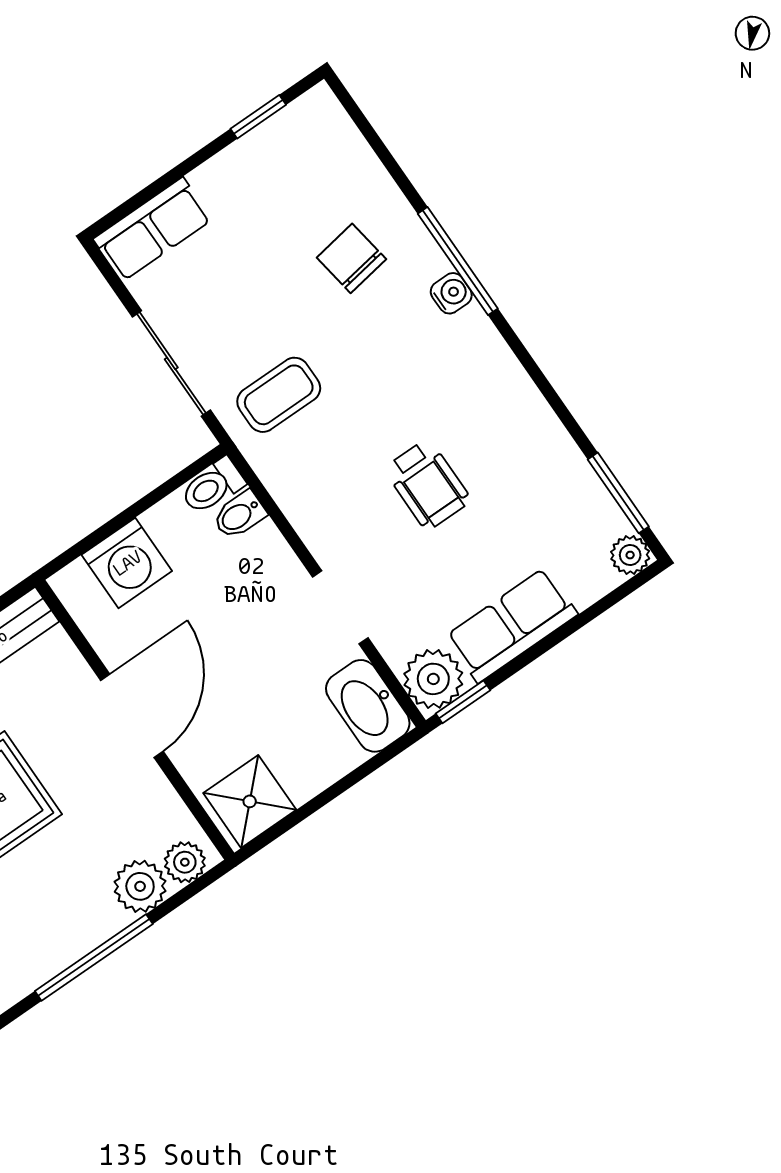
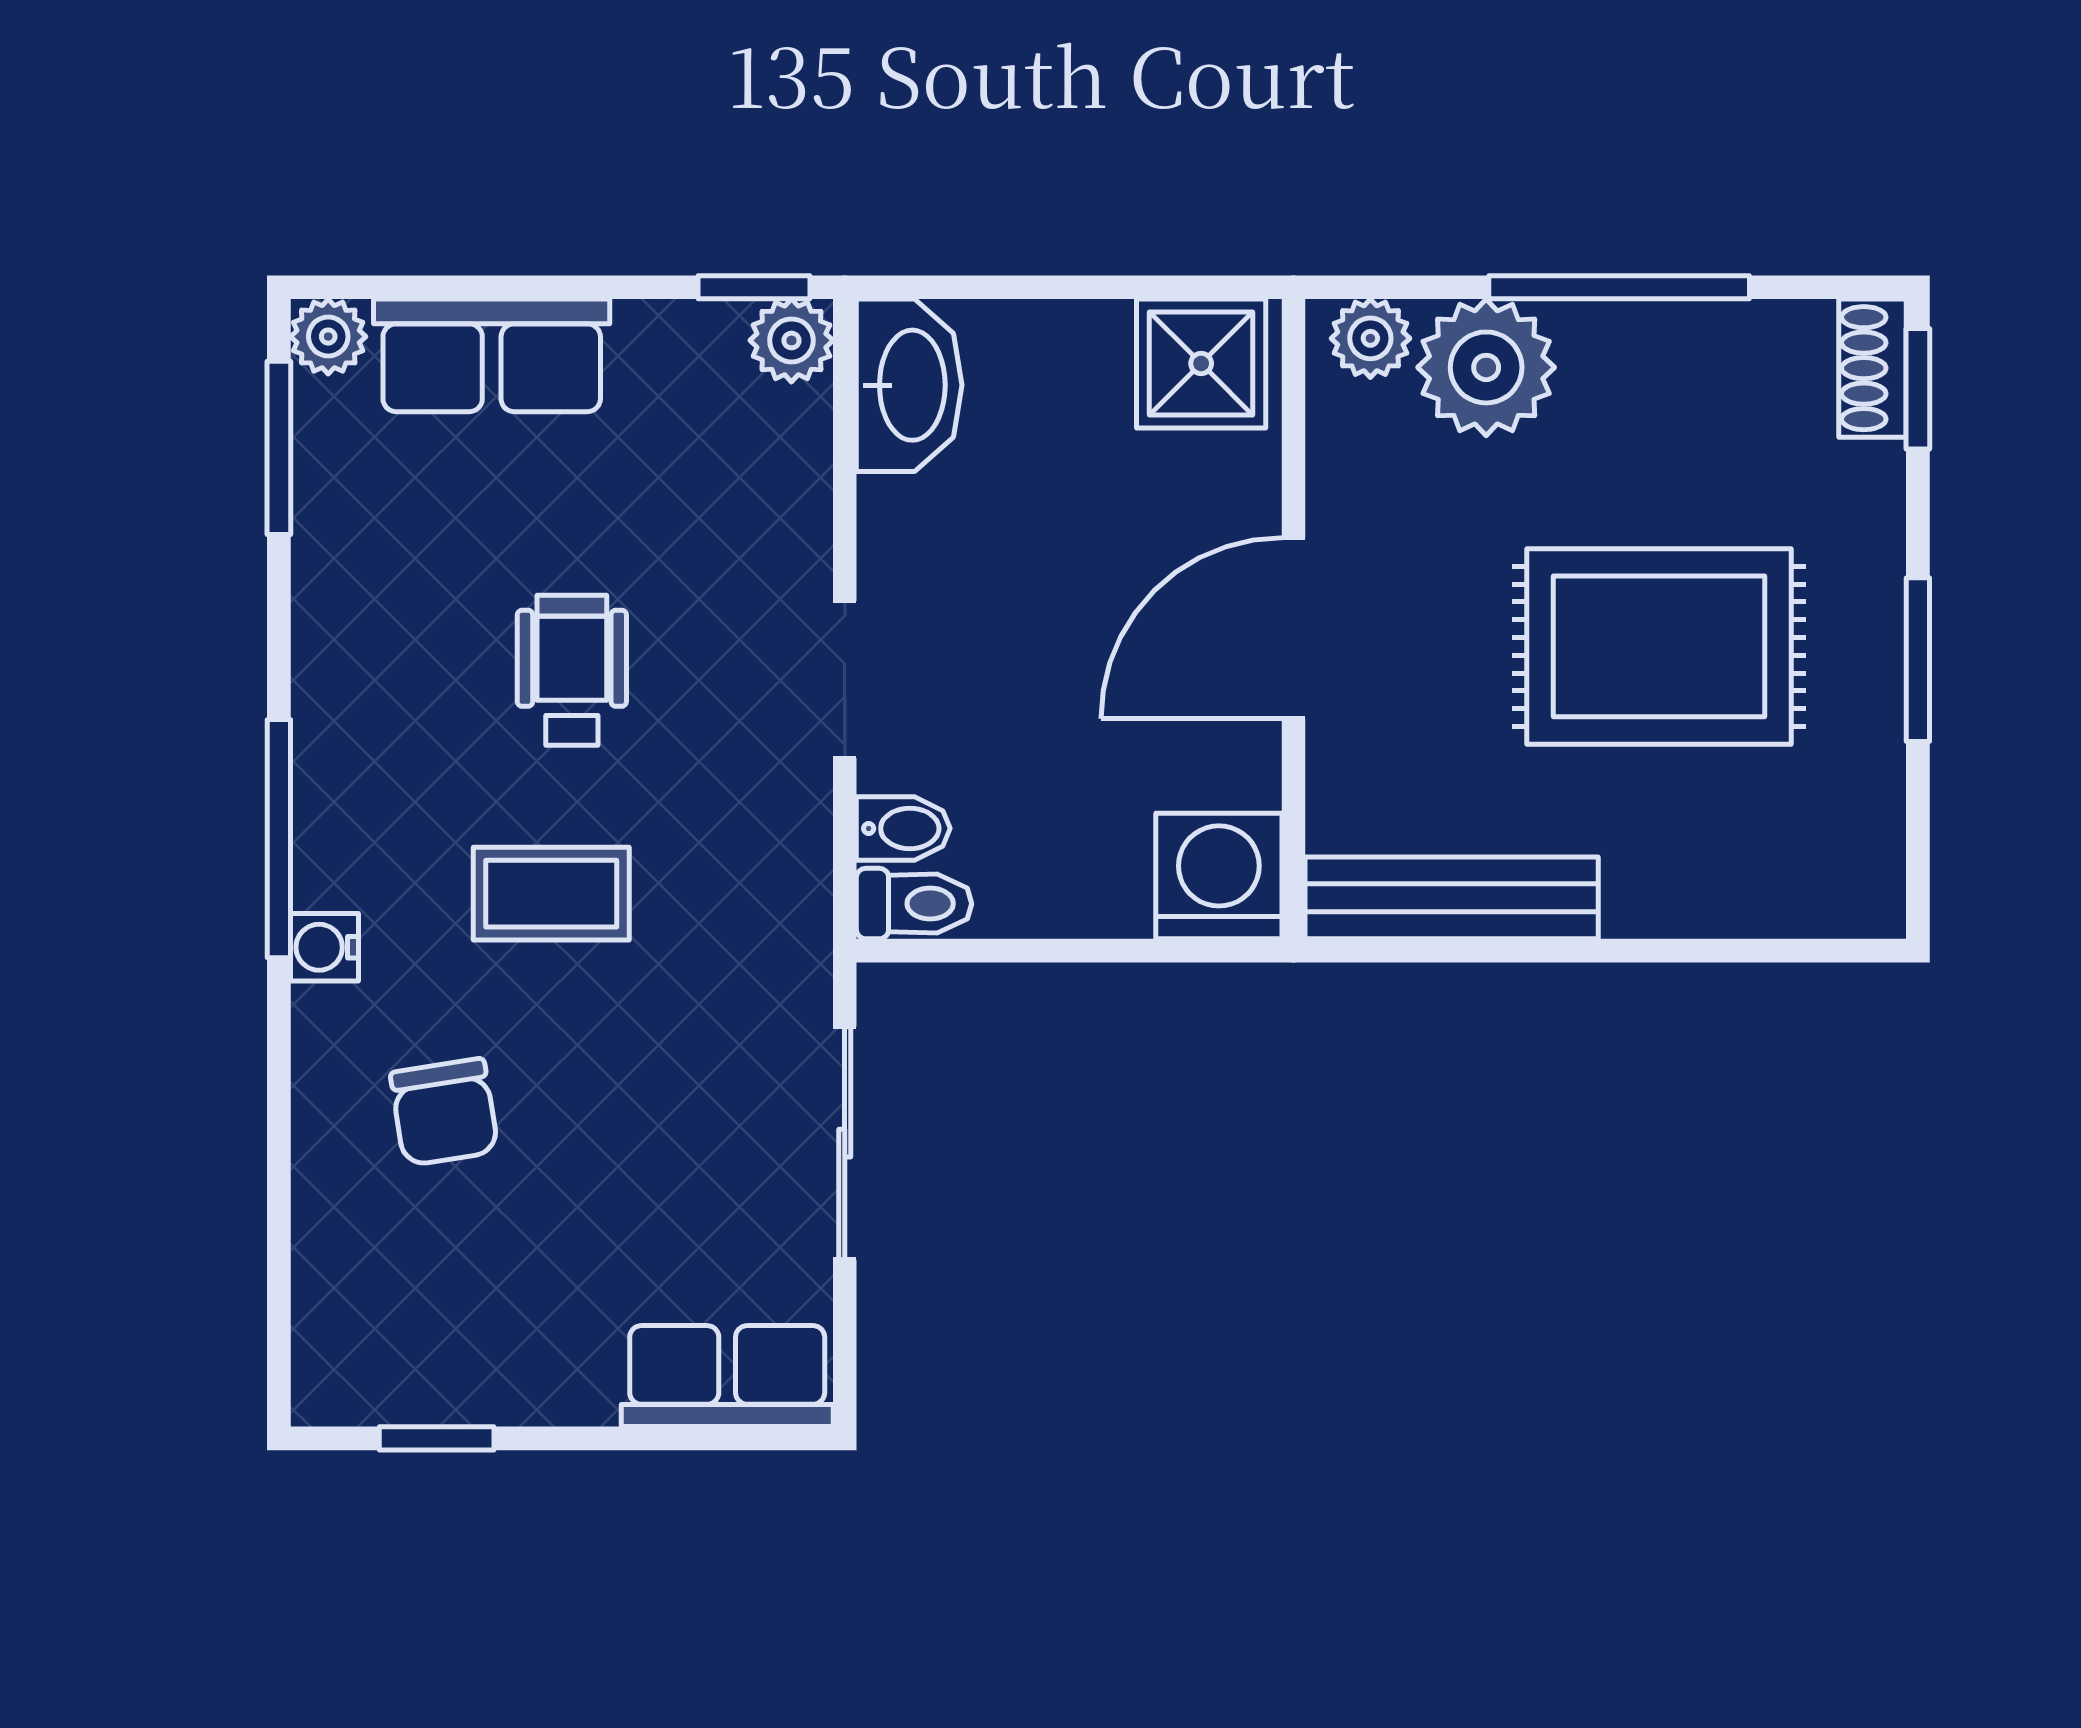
window: (458, 261) -> (279, 839), moved
coffee table: (279, 395) -> (551, 894), moved
washing machine: (127, 563) -> (1219, 876), moved
doorway: (340, 607) -> (845, 679), moved
row of seats: (512, 625) -> (492, 355), moved
plant: (433, 679) -> (791, 340), width x0.73, depth x0.73
plant: (140, 886) -> (1486, 367), width x1.36, depth x1.36

